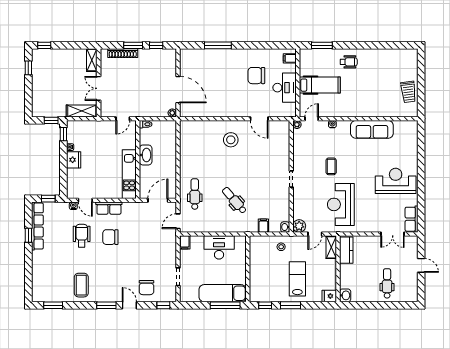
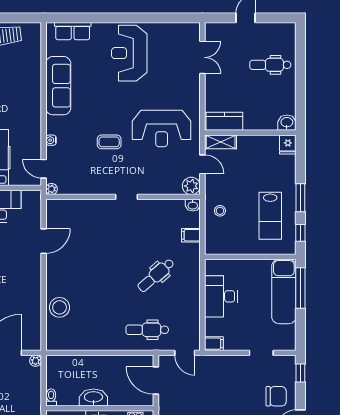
stool: (231, 140) -> (60, 307), moved
row of seats: (412, 219) -> (73, 31), moved
lab bench: (297, 279) -> (270, 216), moved, turned -90

